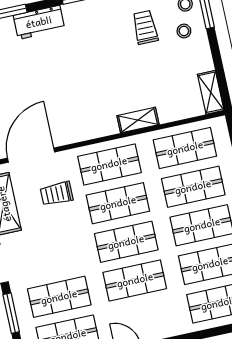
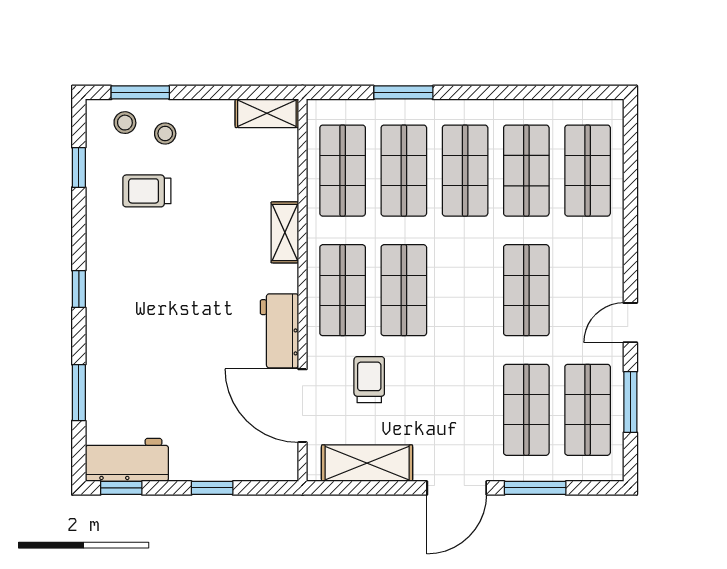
workbench: (39, 22) -> (279, 331), moved, turned 180
trolley: (57, 194) -> (369, 380), turned 180
shop shelf: (126, 242) -> (465, 290), removed

